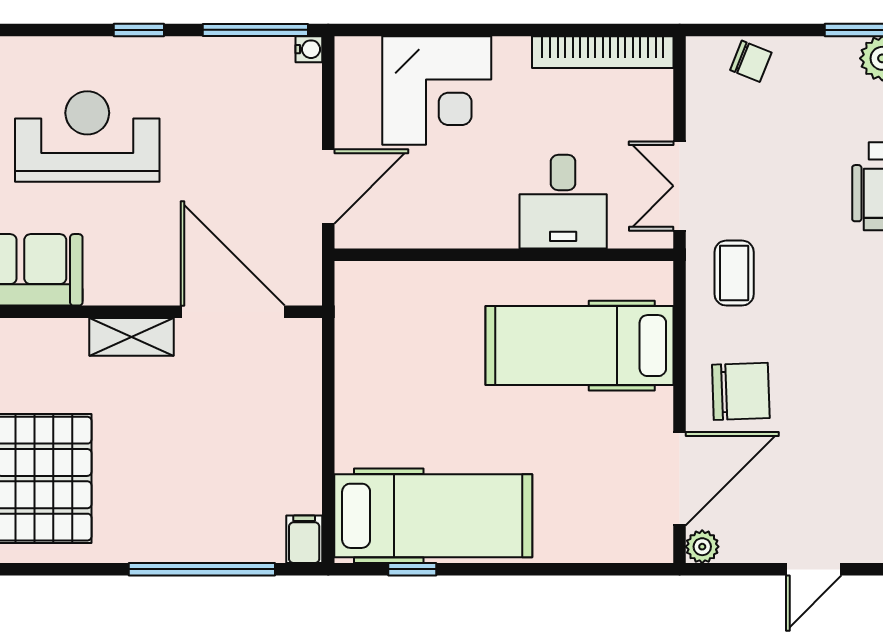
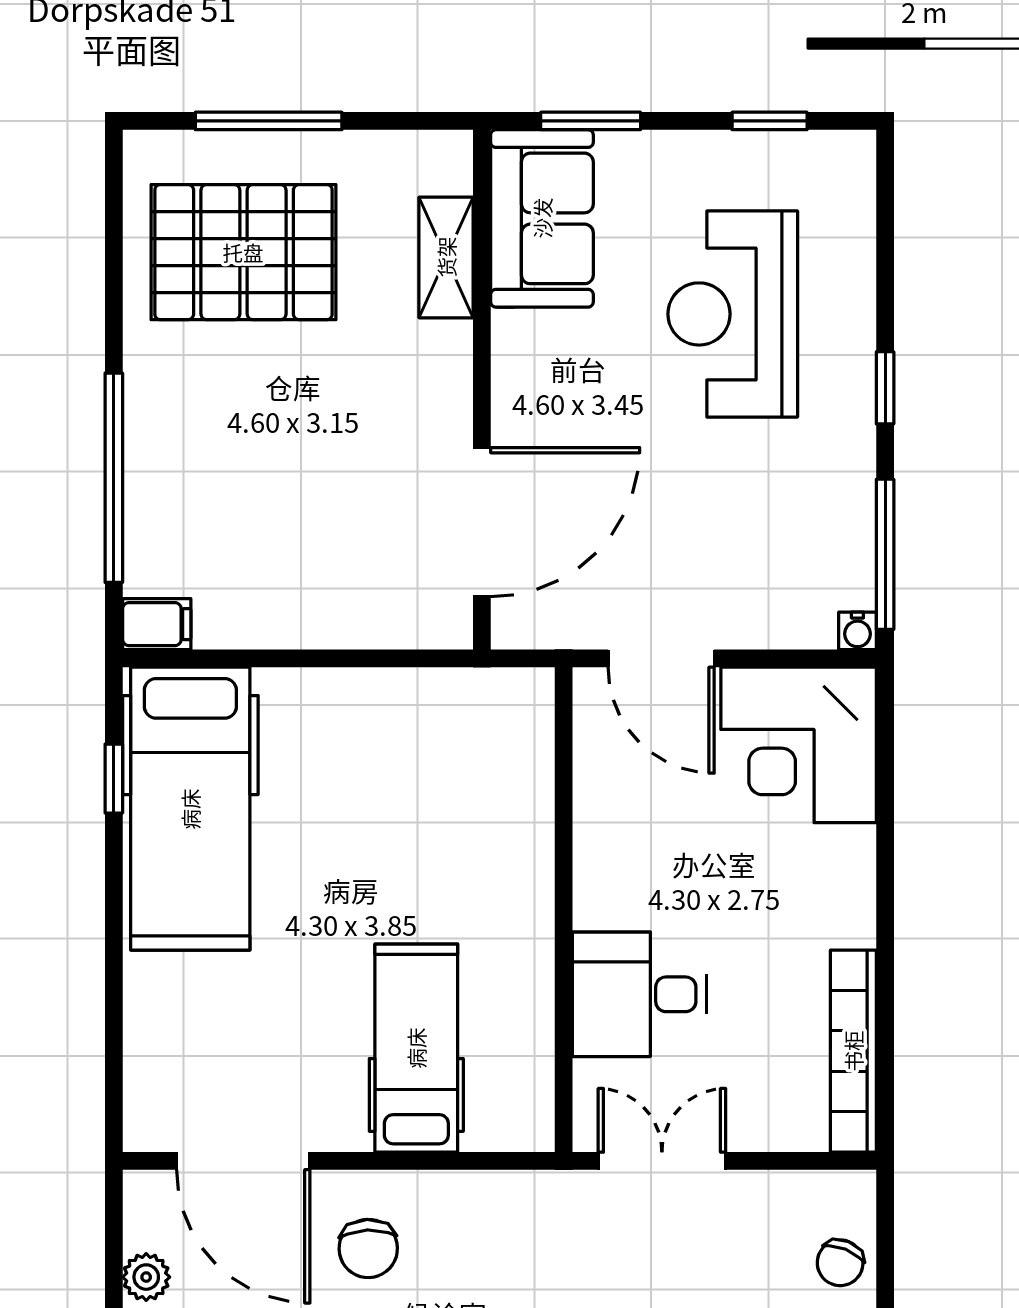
corner desk: (437, 90) -> (799, 745), moved
reception desk: (87, 136) -> (733, 314), turned 180
coffee table: (734, 273) -> (537, 1239), removed
shelving: (132, 337) -> (446, 257), moved
hospital bed: (580, 346) -> (416, 1048), width x0.73, depth x0.78
chair: (741, 391) -> (368, 1248), width x0.73, depth x0.73
plant: (702, 547) -> (146, 1277), moved

